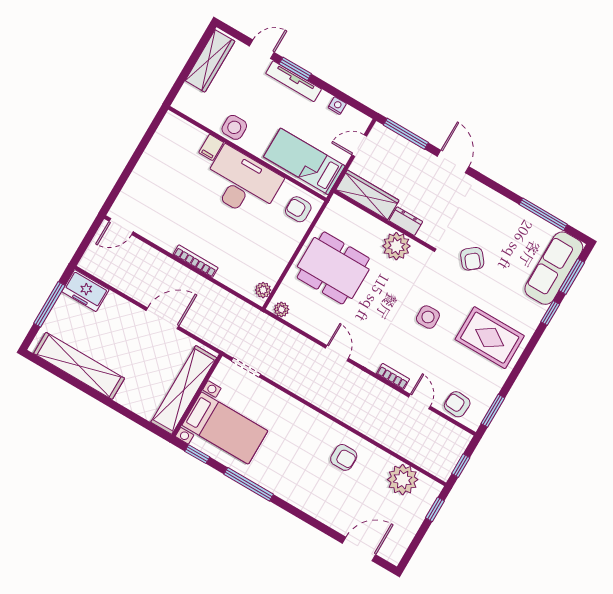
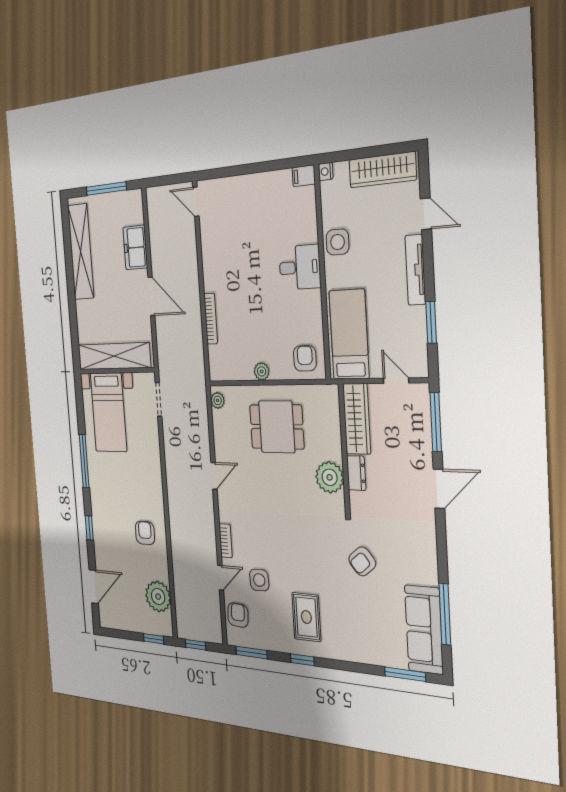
window: (295, 69) -> (431, 322), moved
nightstand: (337, 106) -> (326, 171), moved, turned 180
filing cabinet: (211, 147) -> (304, 176), moved
desk: (242, 183) -> (300, 267), width x0.53, depth x0.77
bookcase: (196, 261) -> (211, 319), moved
dining table: (333, 268) -> (277, 427), width x0.73
sofa: (554, 268) -> (424, 630), moved, turned -90
plant: (263, 290) -> (262, 371), moved
freezer: (85, 291) -> (135, 247), moved
window: (550, 313) -> (302, 660), moved
side table: (428, 317) -> (259, 580), moved
rug: (490, 338) -> (306, 617), width x0.73, depth x0.70
window: (197, 454) -> (89, 528), moved
armchair: (344, 457) -> (145, 533), turned 180
door: (359, 549) -> (94, 587), hinge flipped

